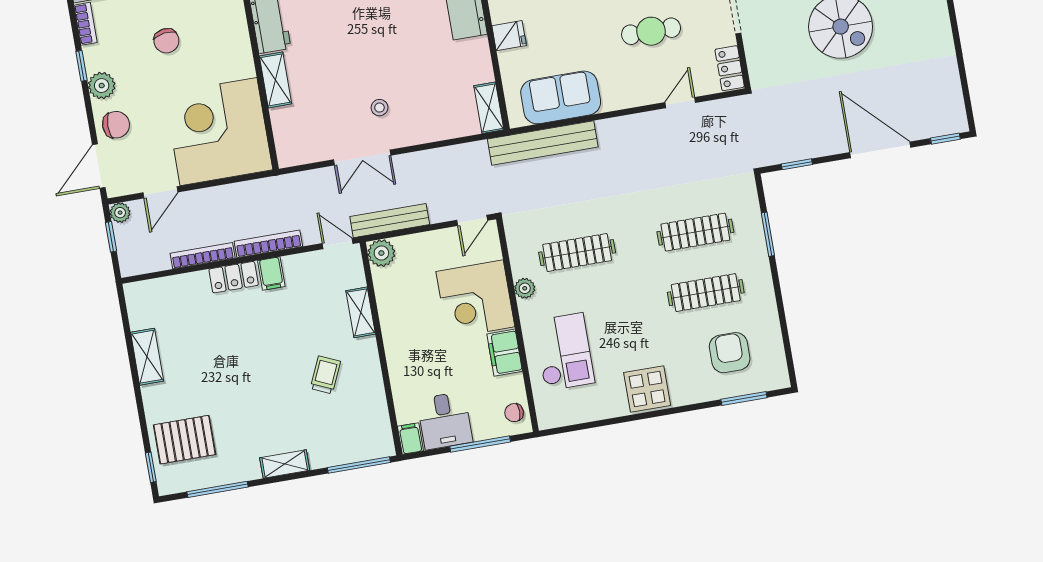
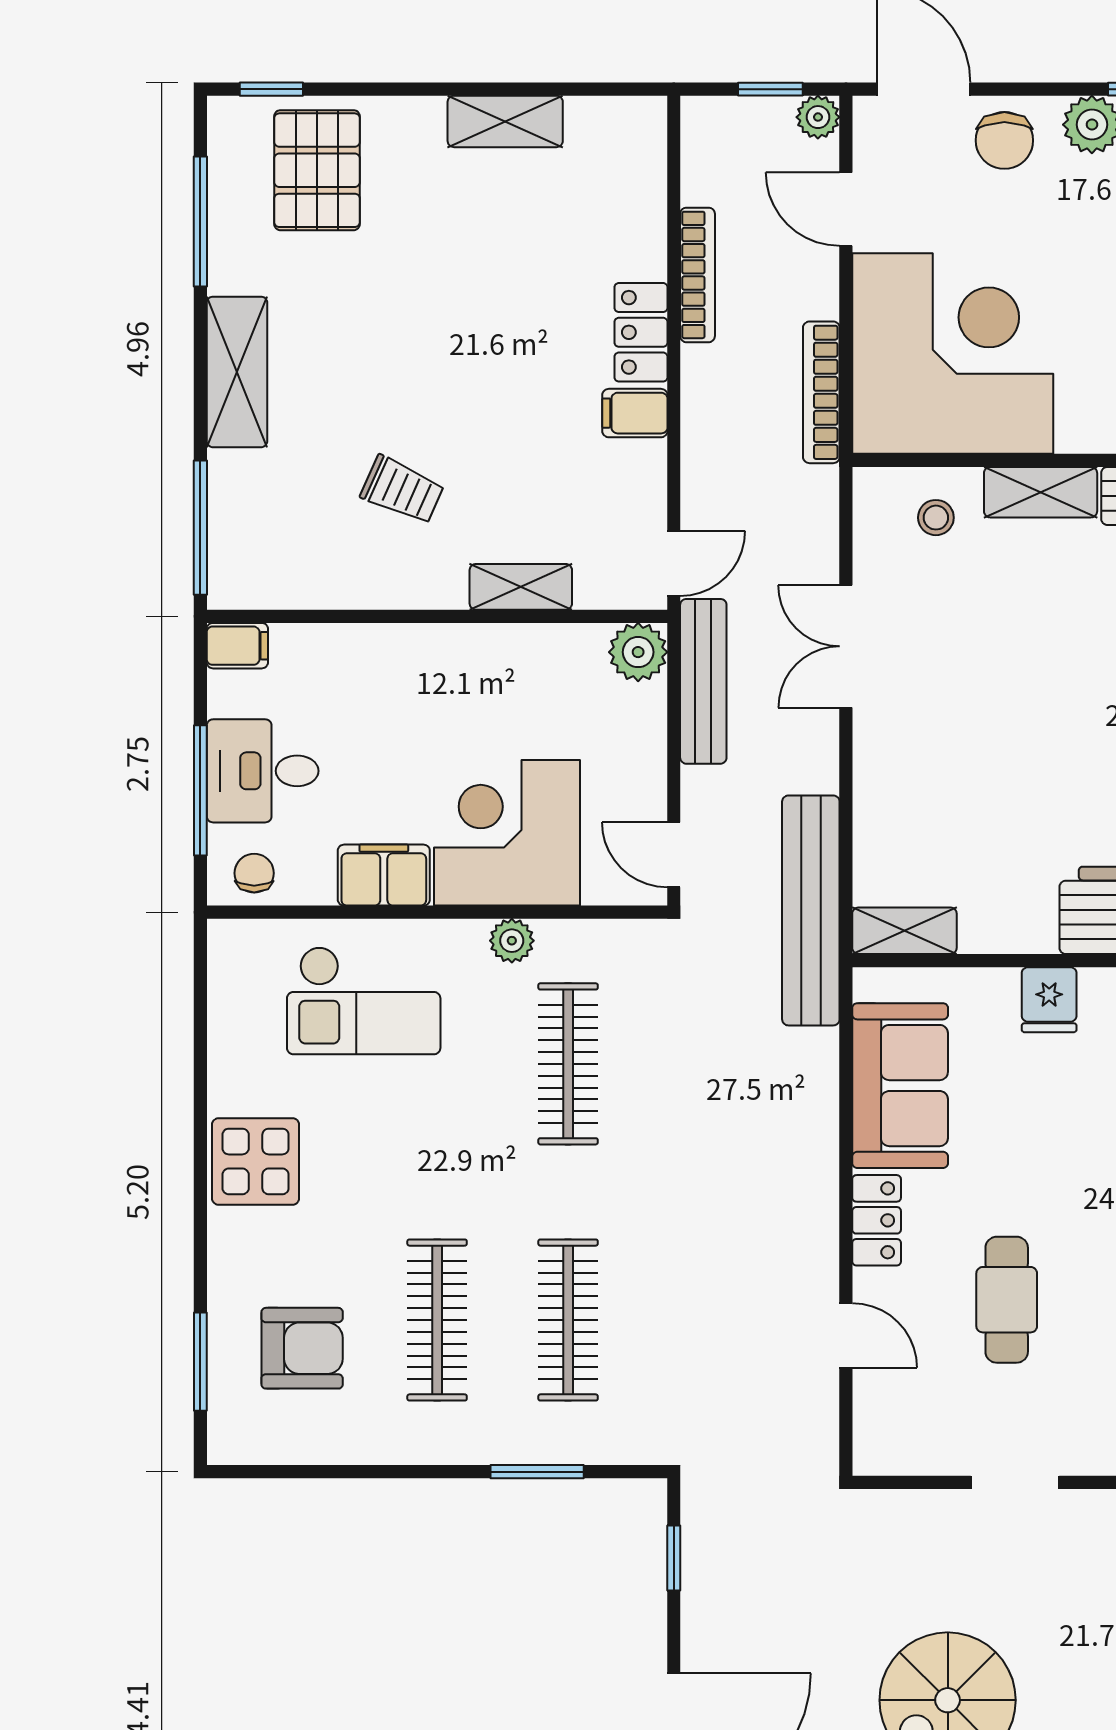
locker: (730, 68) -> (877, 1220), moved, turned 90
stool: (379, 108) -> (936, 518), moved
bench: (543, 143) -> (811, 910), moved
bookcase: (268, 244) -> (821, 392), moved, turned 180
desk: (445, 421) -> (263, 771), moved
shelving: (285, 464) -> (237, 372), width x1.50, depth x1.33

